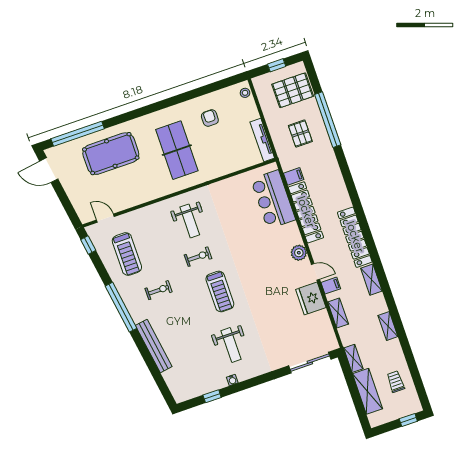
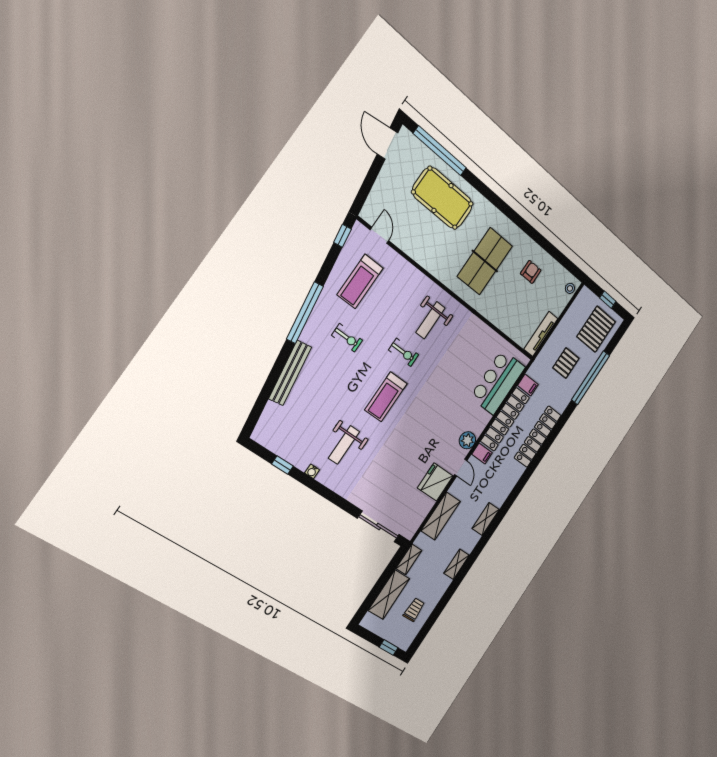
pallet: (293, 90) -> (596, 329), turned 90
locker: (355, 237) -> (538, 437), moved
filing cabinet: (331, 286) -> (482, 454), moved
shelving: (338, 313) -> (441, 516), width x1.50, depth x1.33

